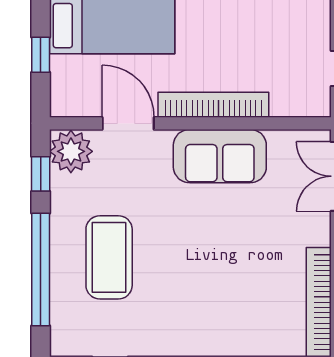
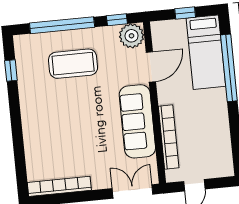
bookcase: (213, 105) -> (169, 137), moved
sofa: (220, 156) -> (137, 121), width x1.36

